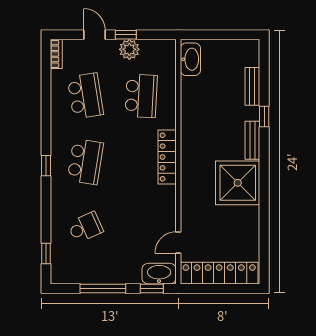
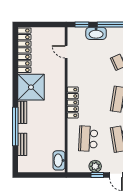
window: (264, 117) -> (15, 126), width x3.17
door: (178, 242) -> (66, 52), swing flipped
locker: (219, 273) -> (24, 50), moved, turned -90
washbasin: (159, 274) -> (96, 33), moved

